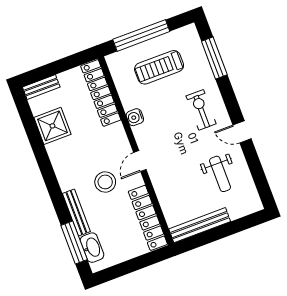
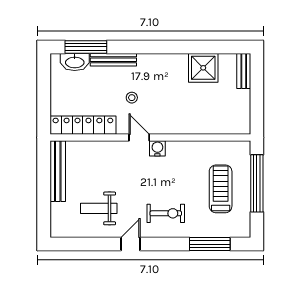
locker: (101, 93) -> (217, 125), removed
water cooler: (135, 117) -> (157, 148), moved
stool: (105, 182) -> (132, 98), width x0.53, depth x0.53

